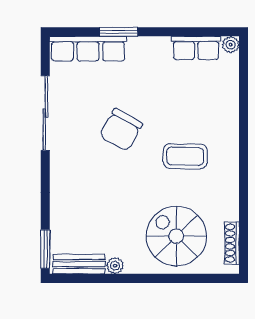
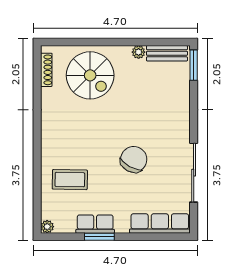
window: (119, 32) -> (99, 237), moved
row of seats: (196, 48) -> (95, 224), moved
coffee table: (185, 156) -> (70, 180), moved

